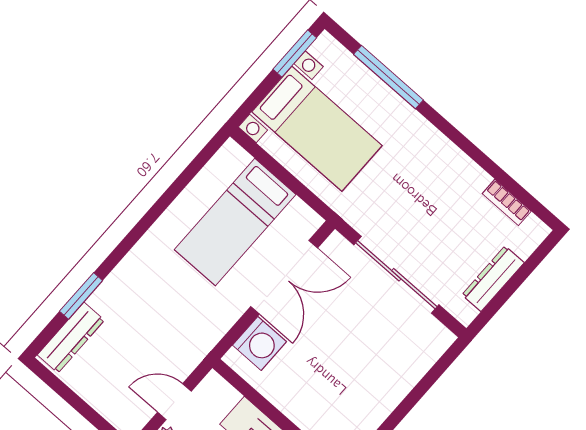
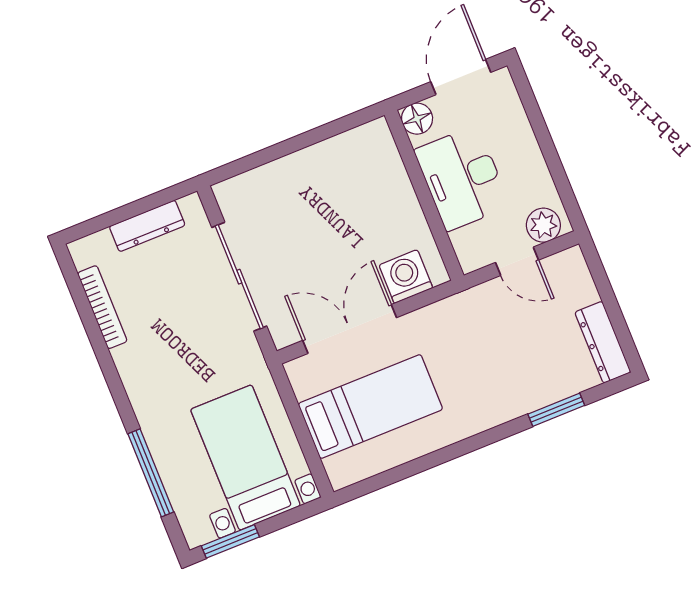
bookcase: (507, 202) -> (102, 307), width x1.56
dresser: (71, 338) -> (603, 342), moved, turned -90

